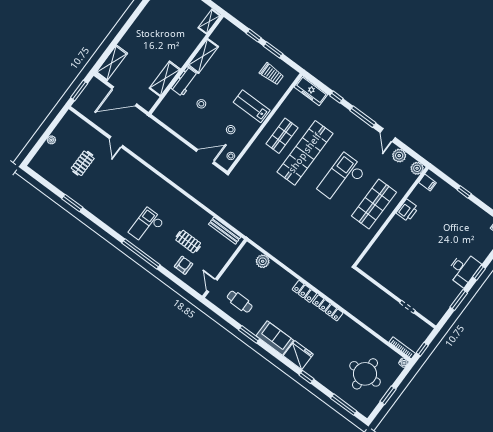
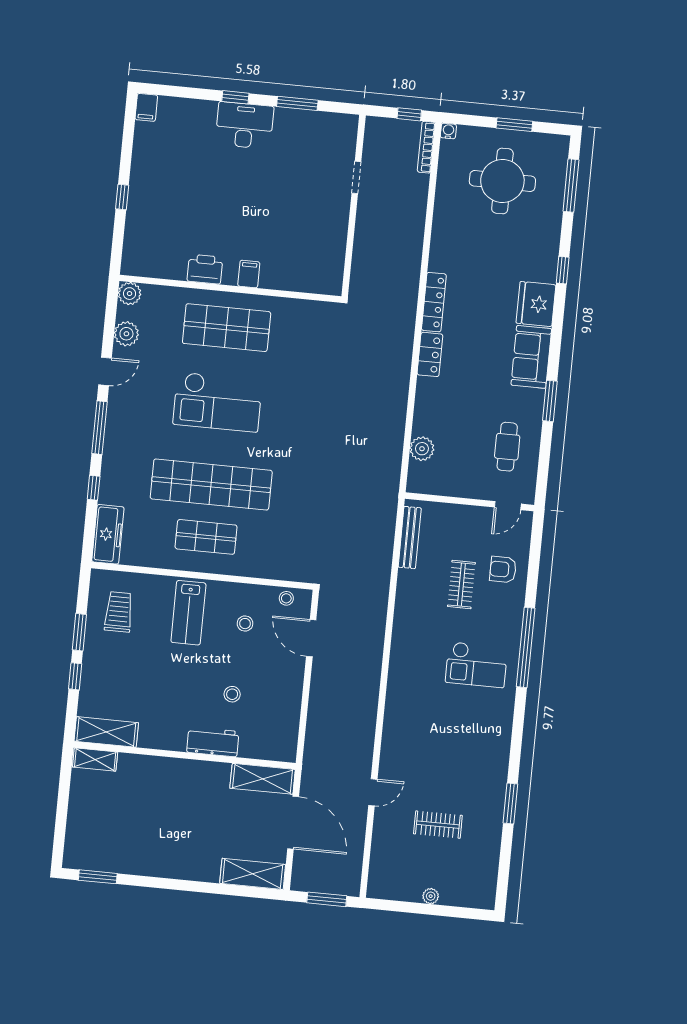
shelving: (203, 56) -> (106, 732), moved
shelving: (165, 79) -> (263, 779), moved
filing cabinet: (428, 183) -> (249, 274), moved

